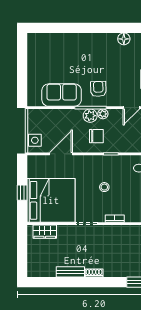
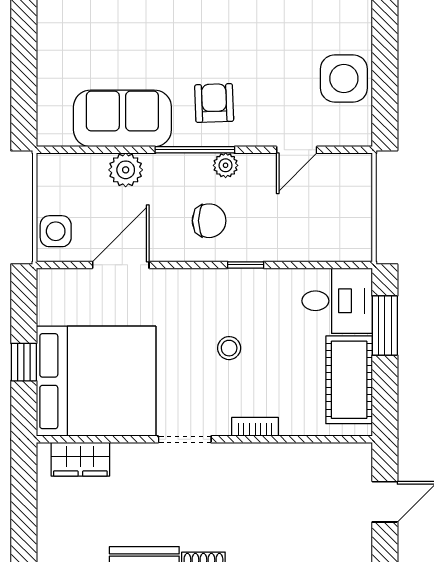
plant: (90, 116) -> (126, 170), moved

